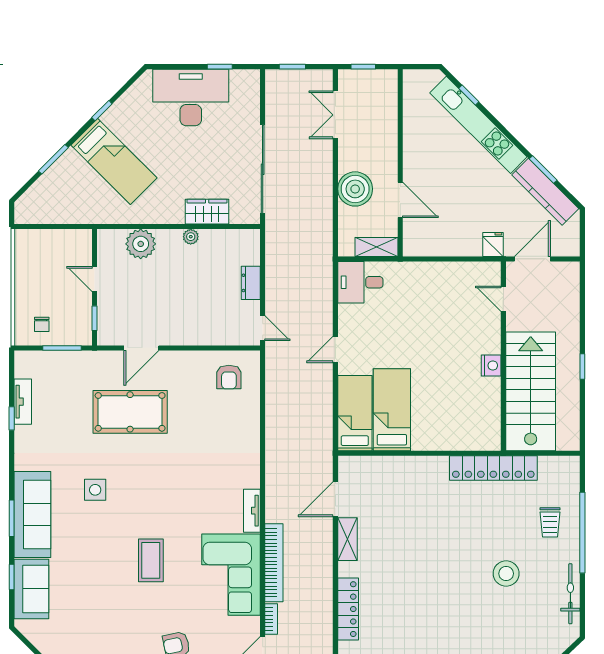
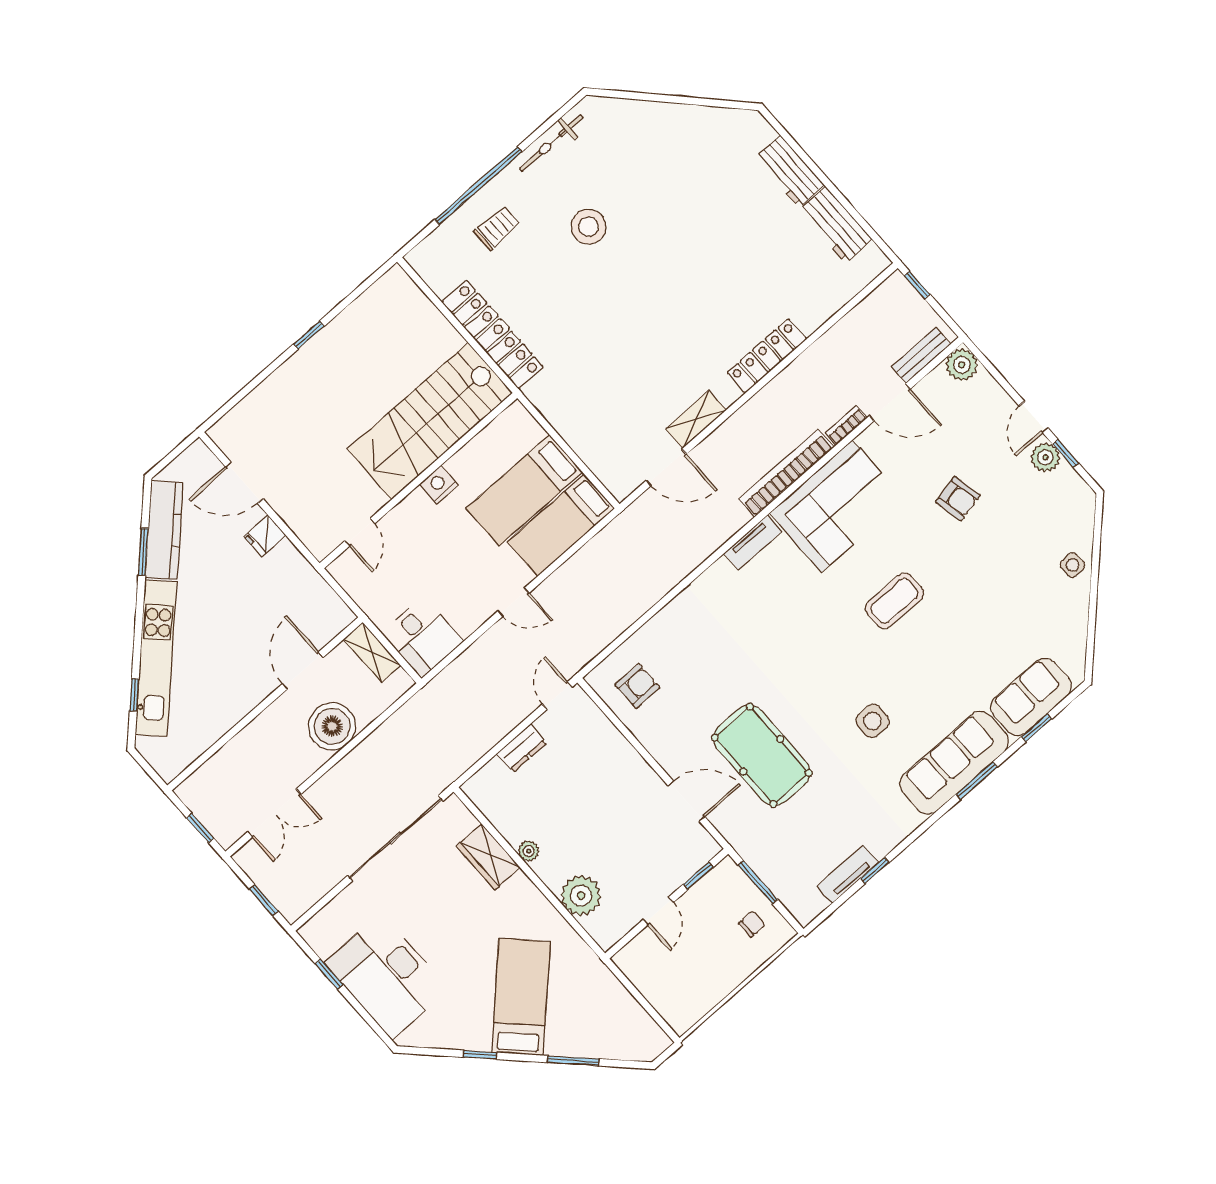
door: (503, 299) -> (360, 532), moved
wall: (503, 356) -> (418, 481), moved
nightstand: (491, 365) -> (439, 485), moved
stairs: (531, 391) -> (430, 421), moved

